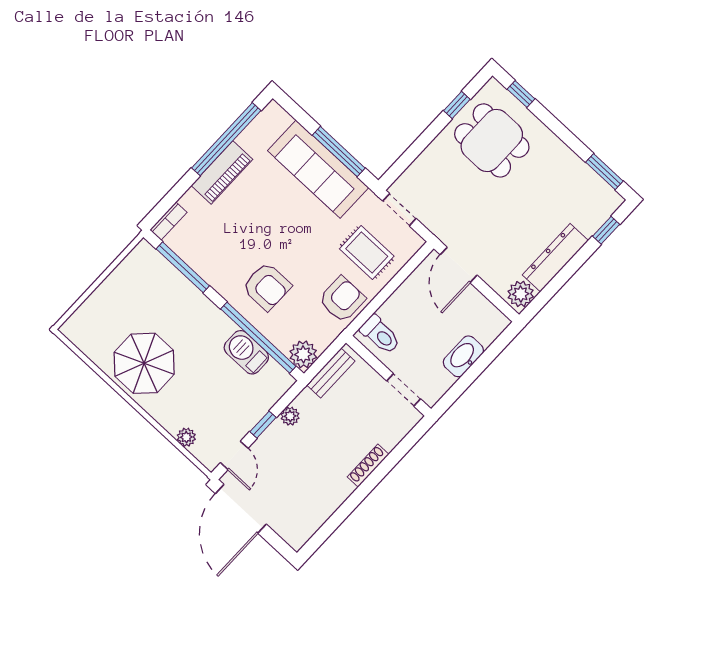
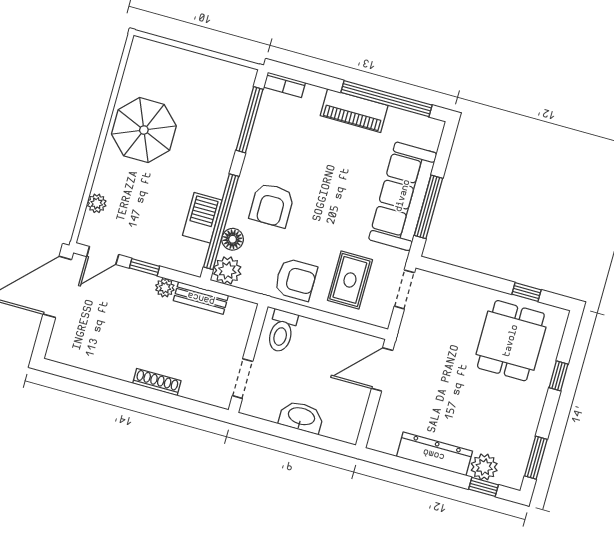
window: (521, 94) -> (559, 376), moved
plant: (521, 294) -> (484, 467), moved
floor lamp: (279, 336) -> (233, 239), added
bench: (331, 373) -> (201, 298), moved

